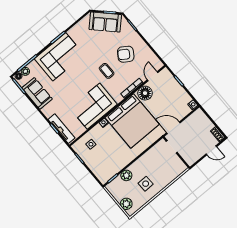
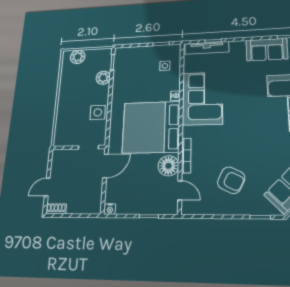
armchair: (126, 54) -> (231, 180), turned 83
coffee table: (107, 71) -> (230, 143), removed
side table: (146, 184) -> (98, 112), moved

